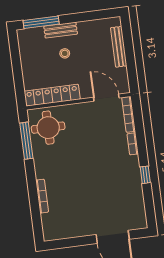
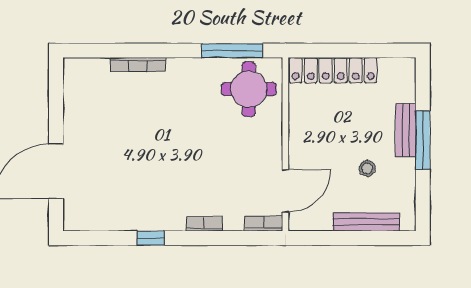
window: (41, 22) -> (423, 140), moved
stool: (65, 53) -> (367, 168), moved
locker: (52, 95) -> (333, 70), moved, turned 90
bookcase: (129, 114) -> (264, 224), width x0.64

